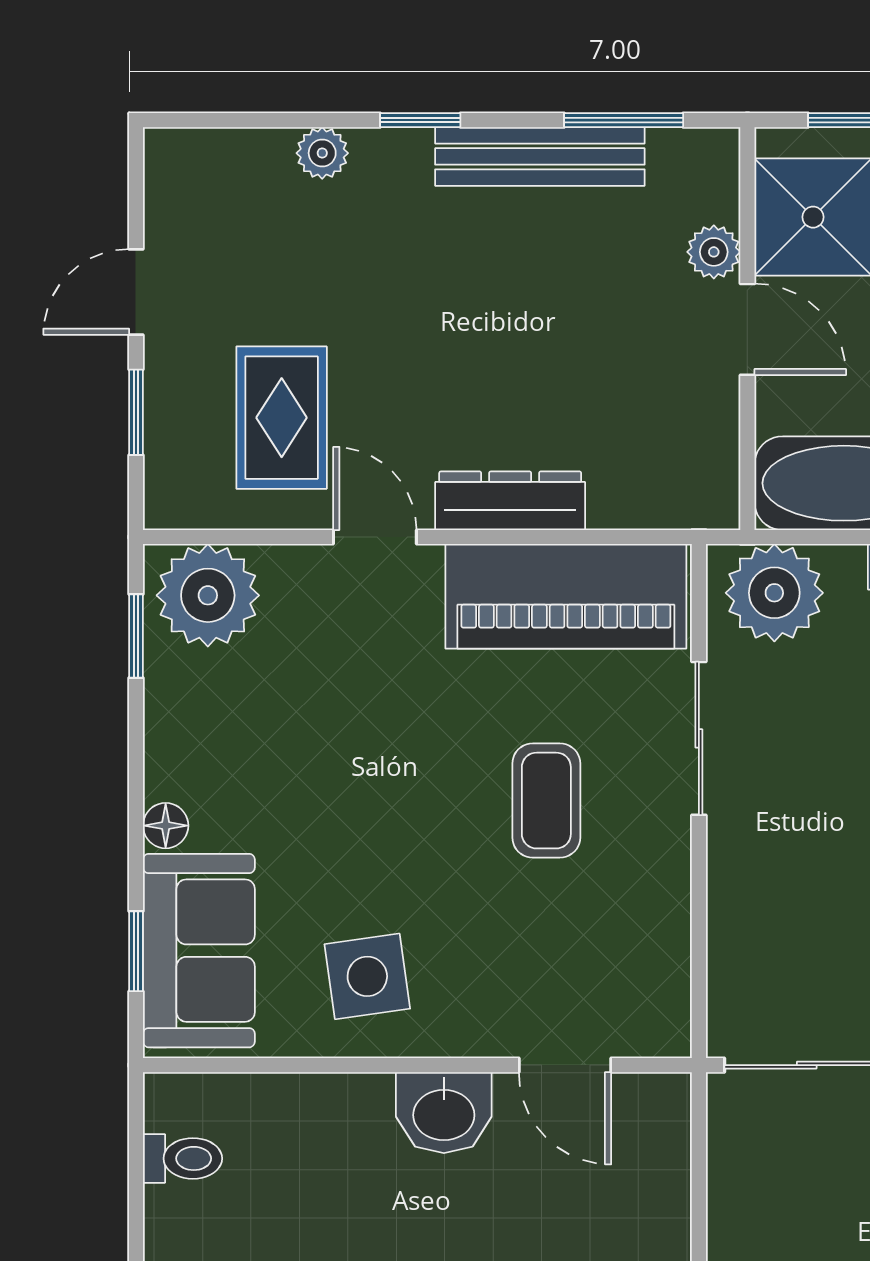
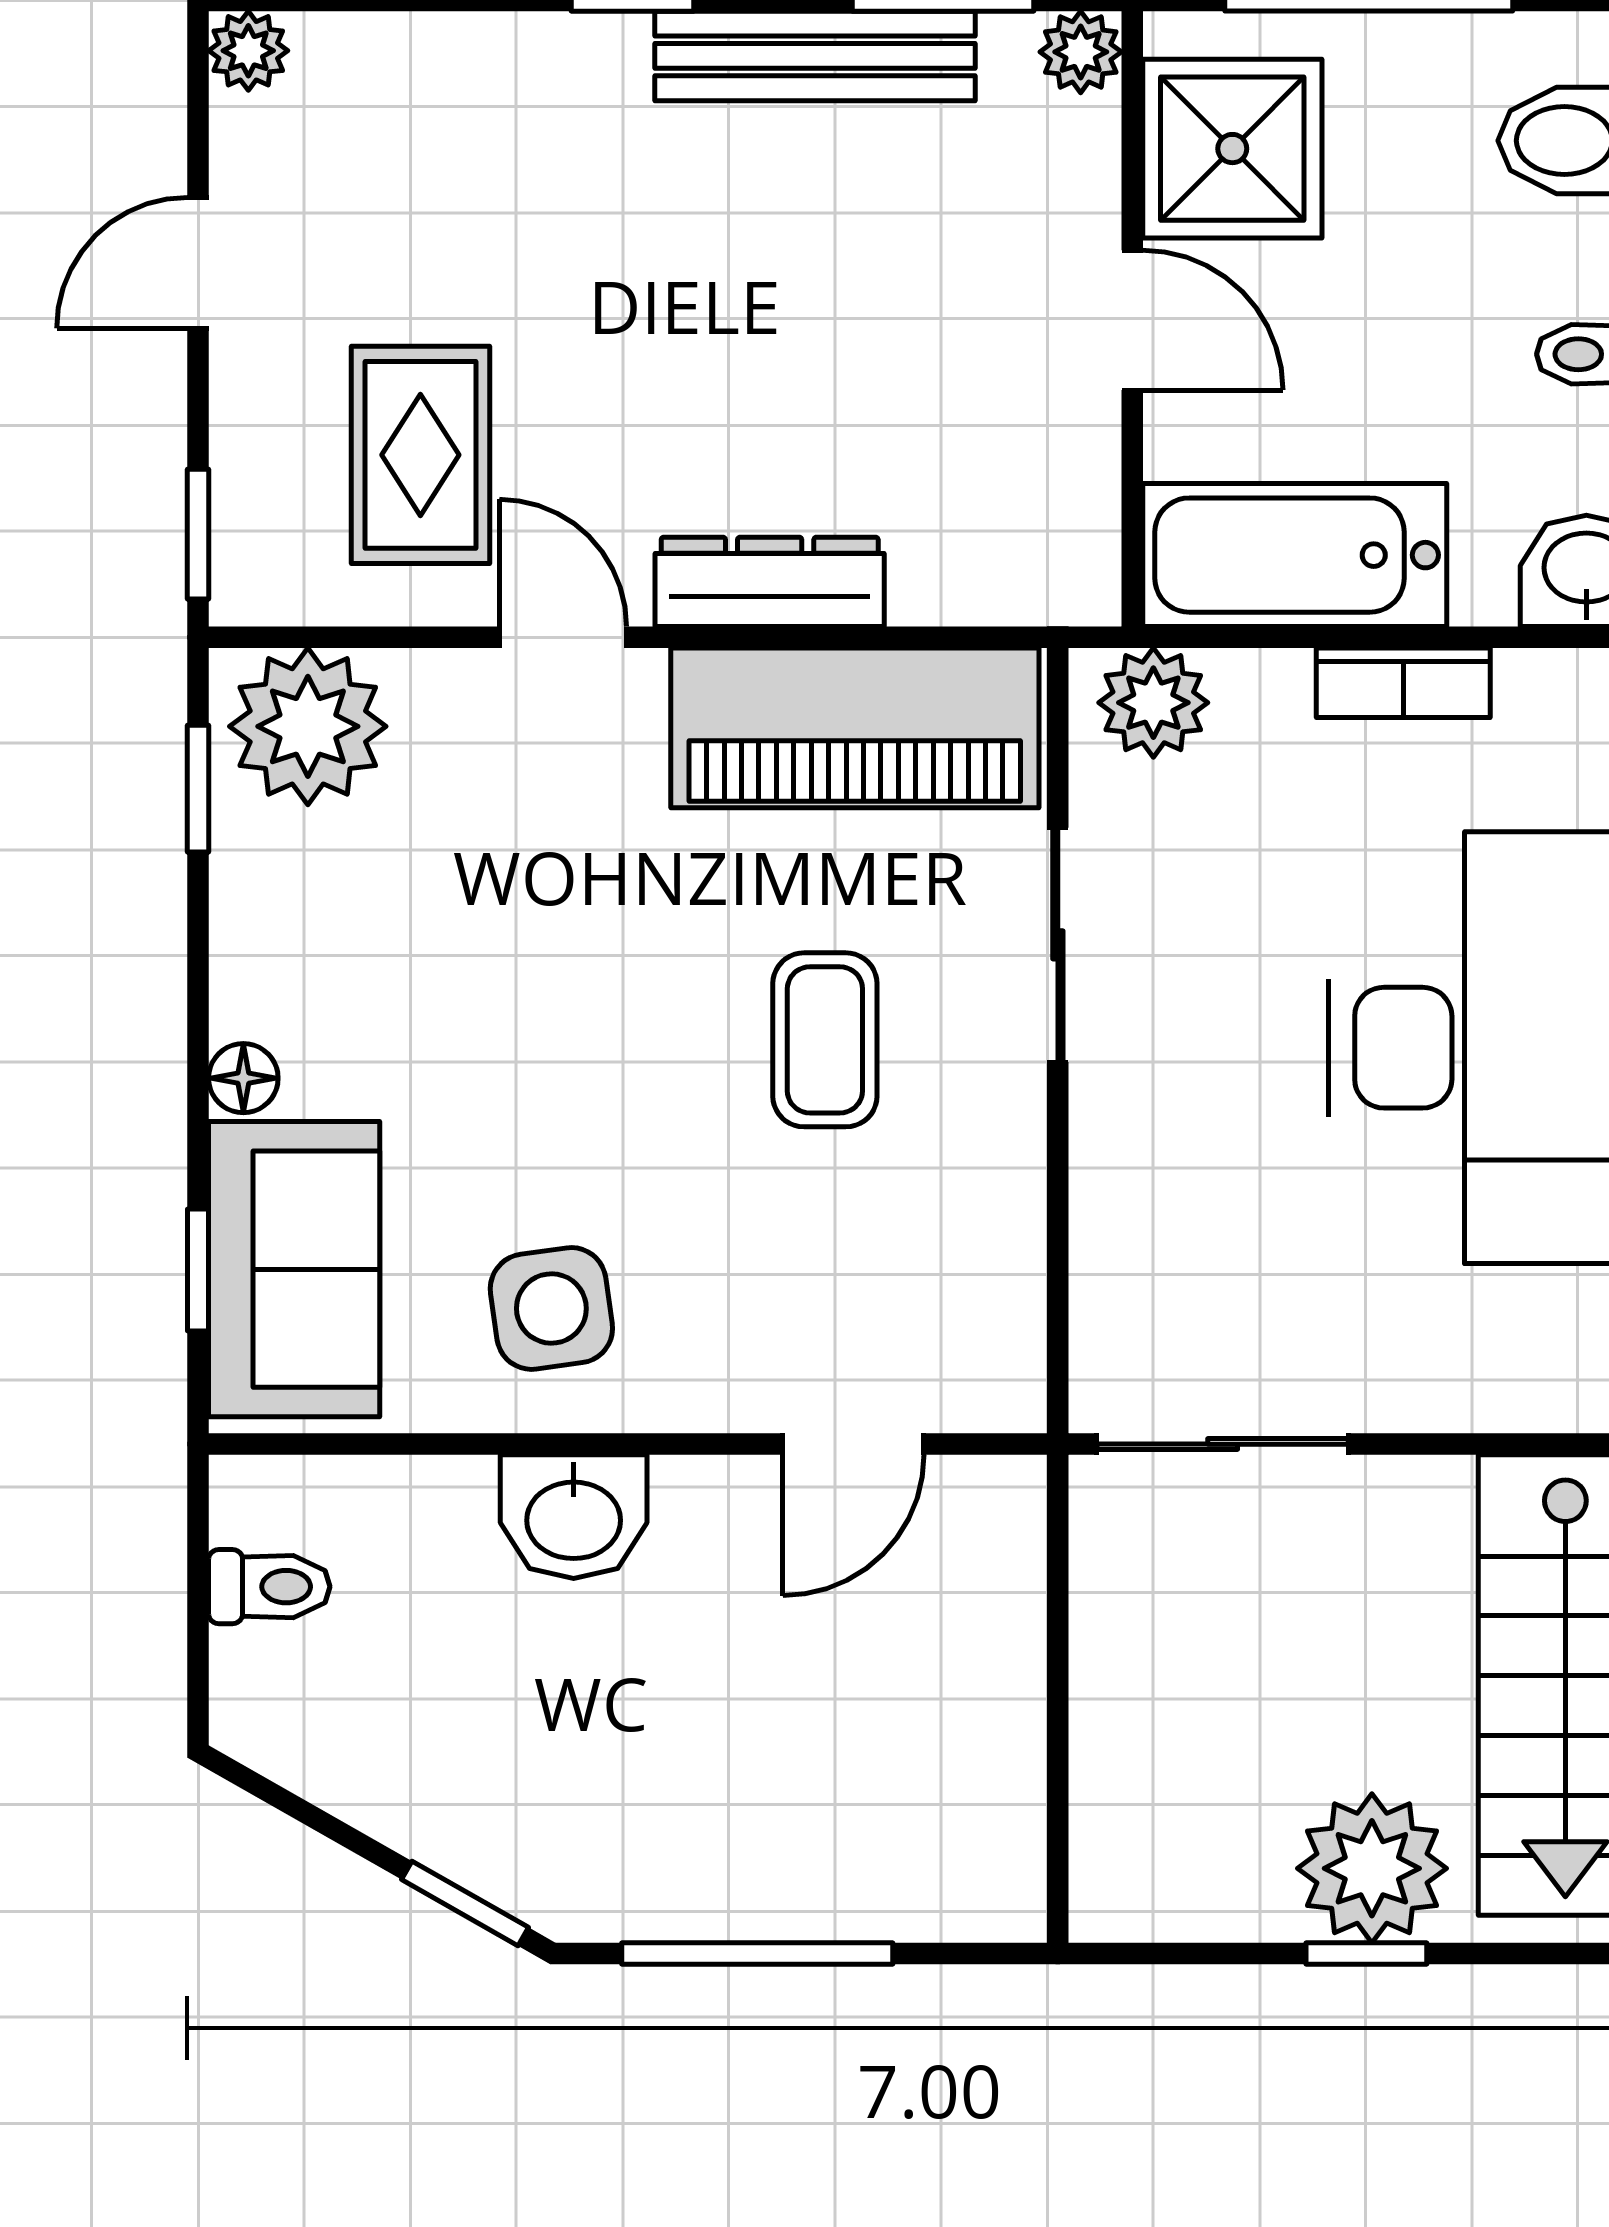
plant: (322, 153) -> (248, 51), moved
plant: (714, 252) -> (1081, 52), moved
window: (136, 412) -> (198, 534), moved
plant: (774, 593) -> (1153, 703), width x0.73, depth x0.73
door: (565, 1065) -> (853, 1444), hinge flipped
washbasin: (444, 1113) -> (574, 1517), moved

